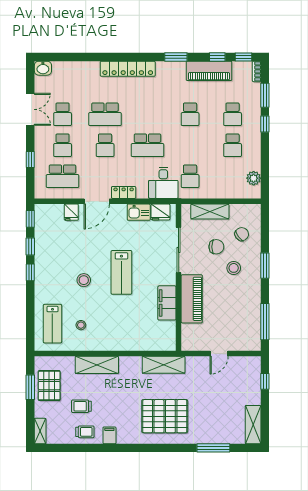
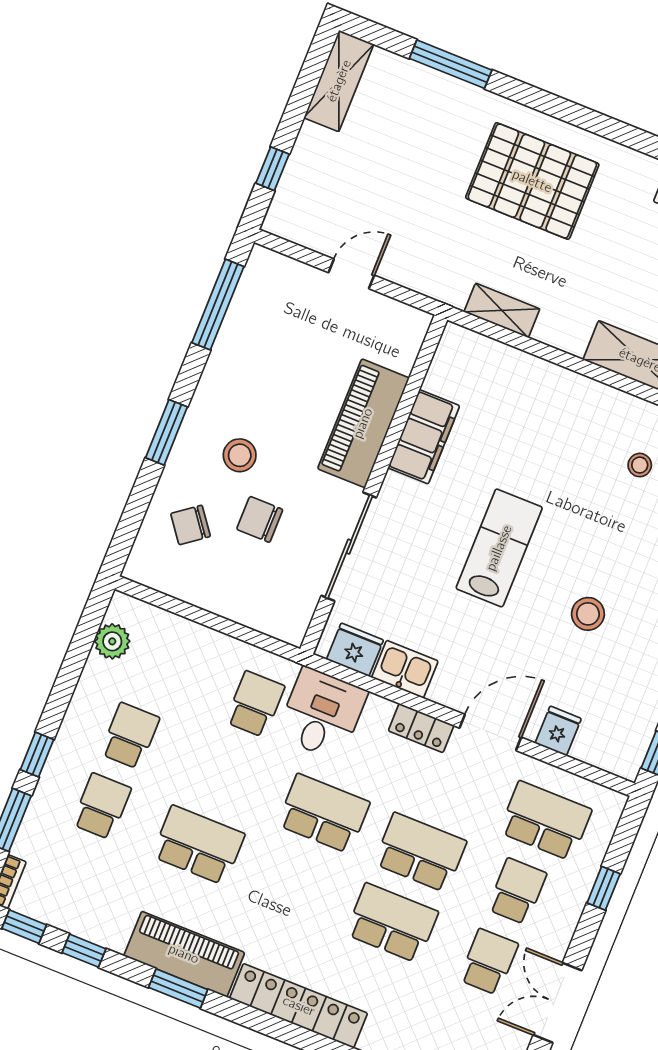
piano: (209, 71) -> (184, 954), moved
school desk: (190, 114) -> (198, 845), width x1.85
school desk: (105, 145) -> (420, 852), width x1.85
shelving: (210, 211) -> (242, 606), removed
stool: (84, 280) -> (588, 614), moved
shelving: (164, 365) -> (502, 310), width x0.67, depth x0.75

